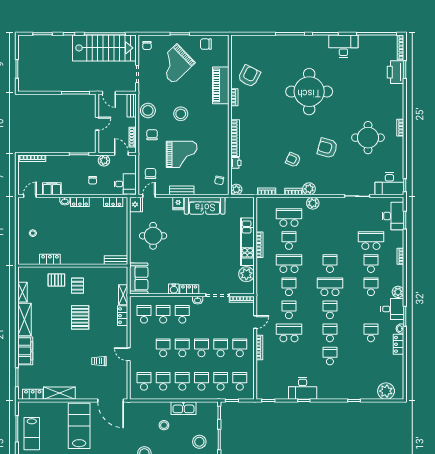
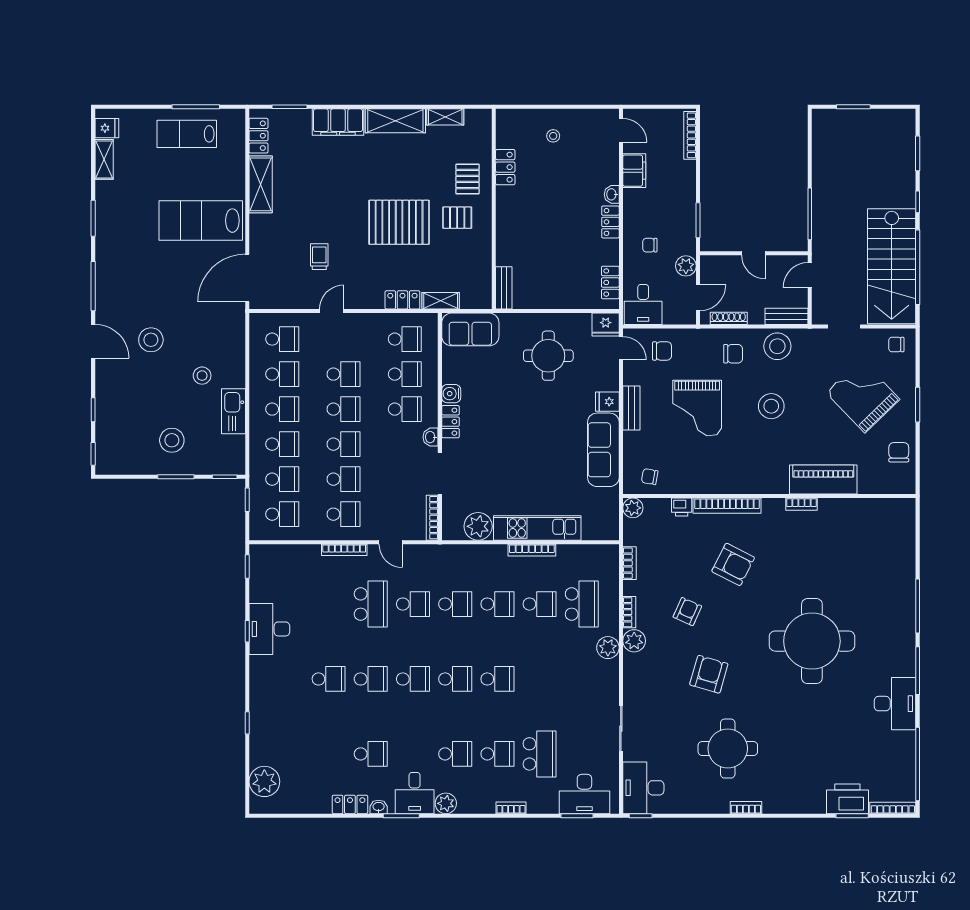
armchair: (249, 76) -> (733, 564), moved
school desk: (289, 264) -> (497, 604), width x0.54
school desk: (330, 287) -> (455, 679), width x0.54
pallet: (80, 317) -> (399, 222), width x1.37, depth x1.41
lab bench: (79, 426) -> (201, 221), turned 180

